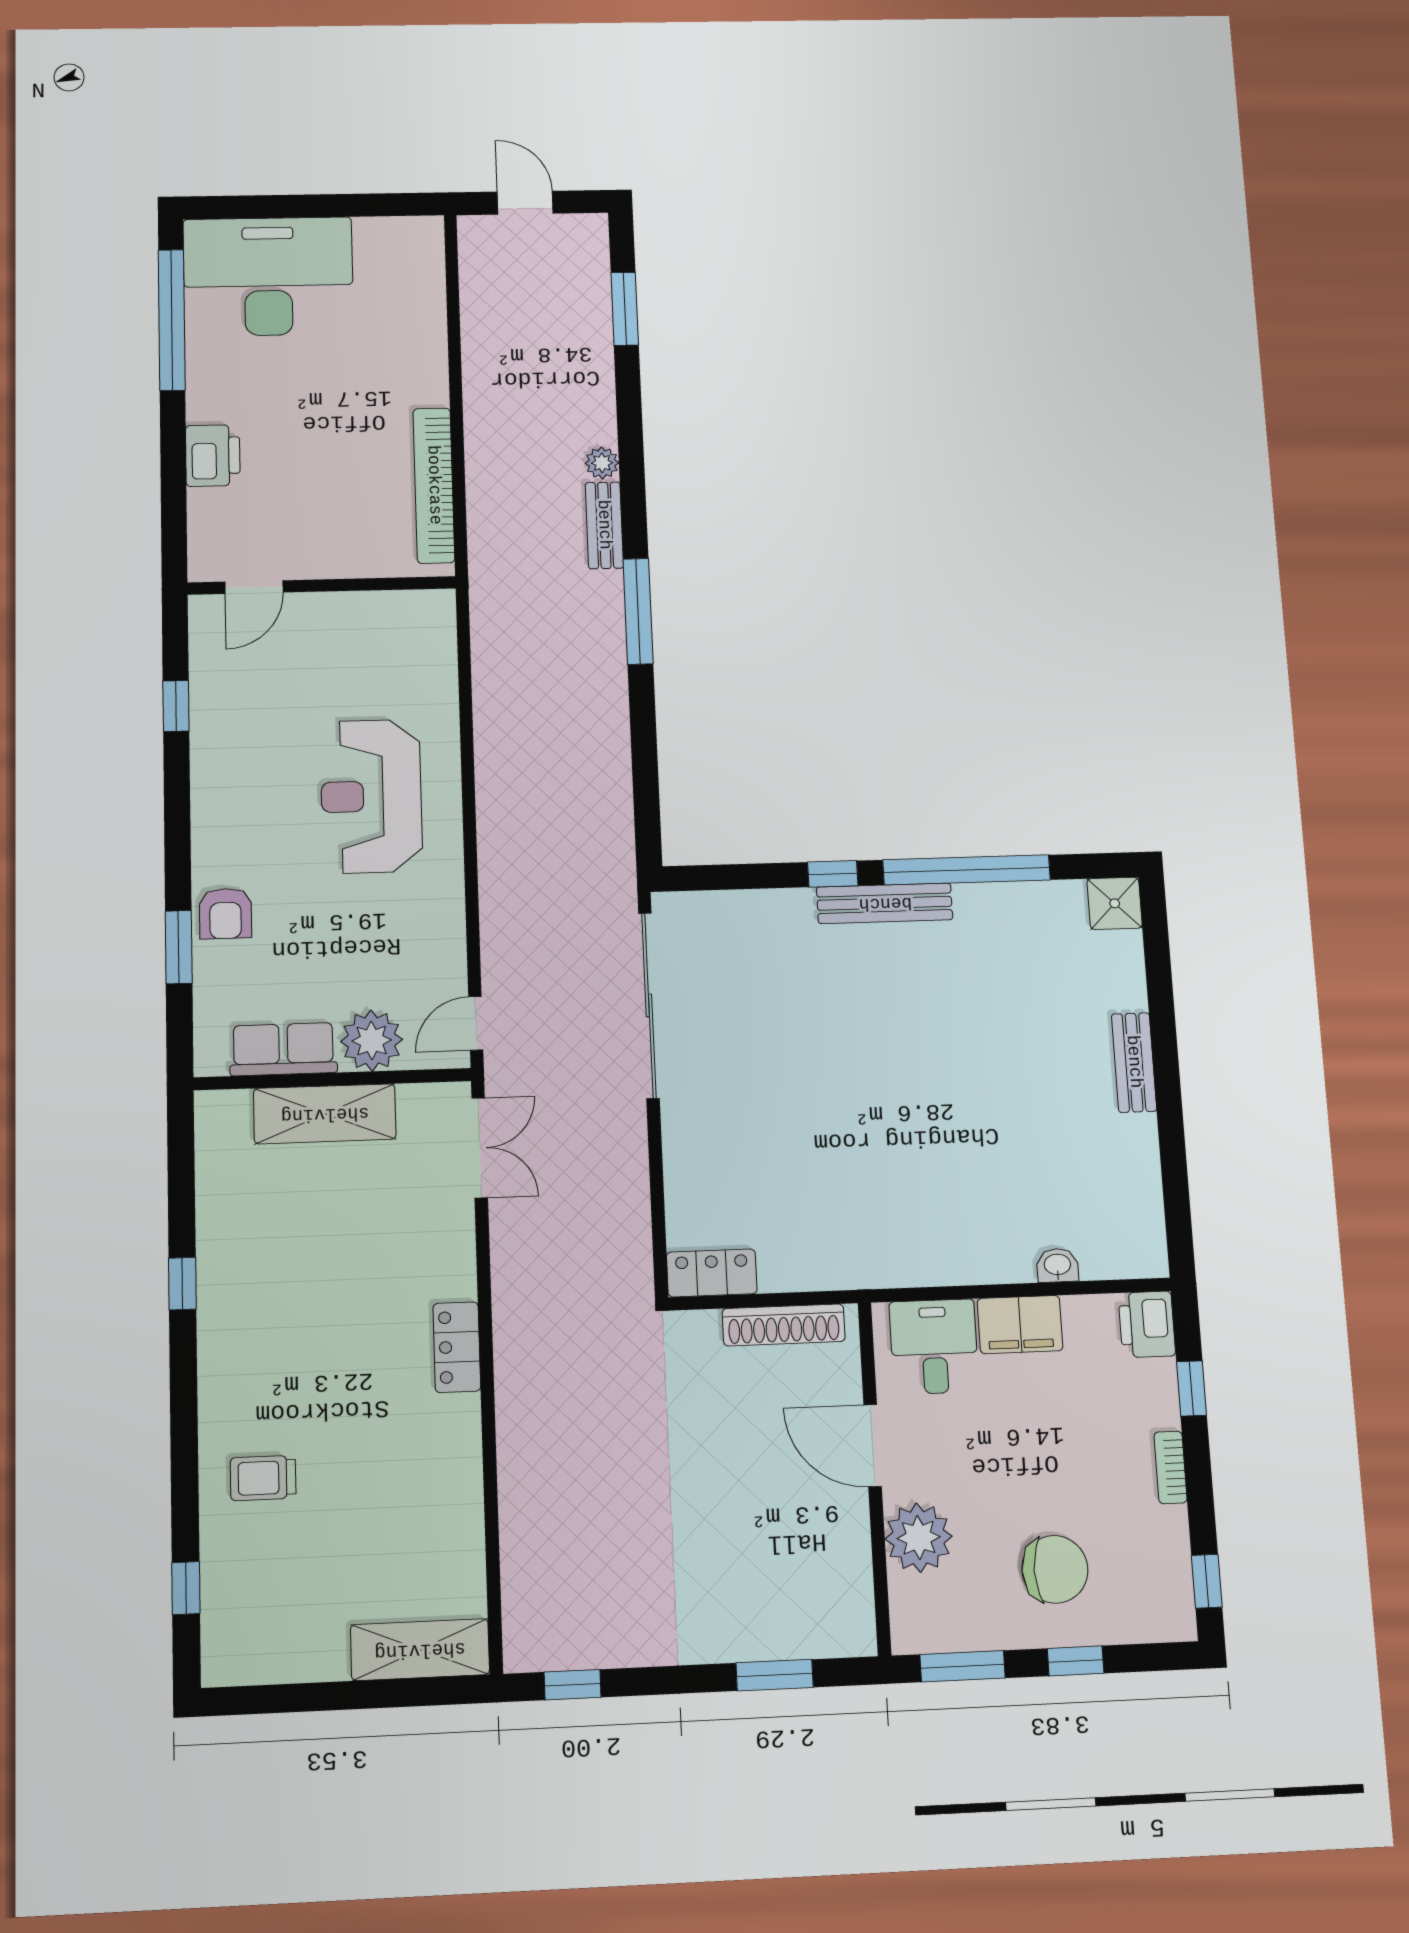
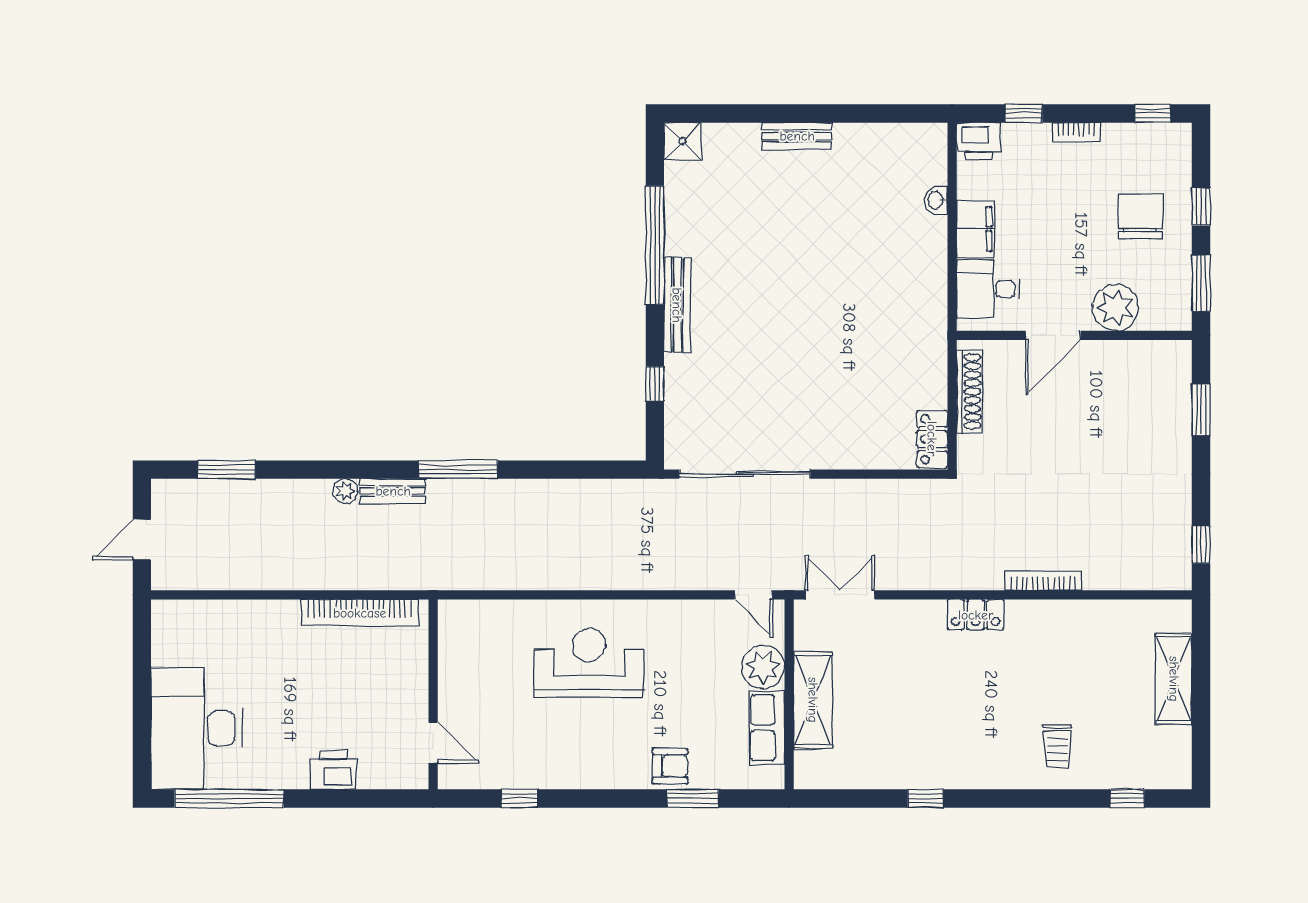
reception desk: (371, 796) -> (589, 663), turned 180
window: (833, 874) -> (655, 384), moved
bookcase: (510, 1446) -> (1043, 580), added
shelving: (420, 1650) -> (1174, 679), moved

